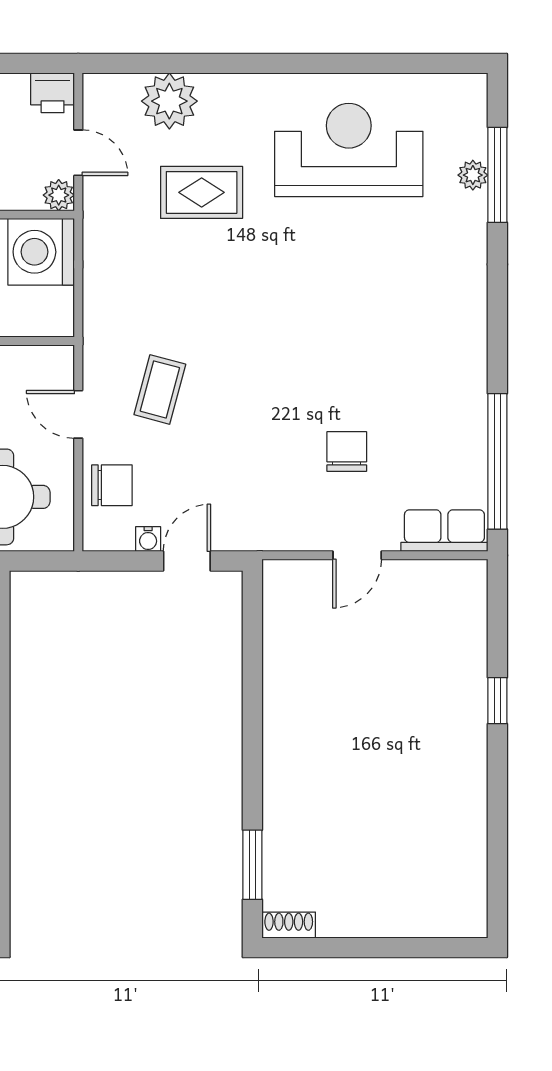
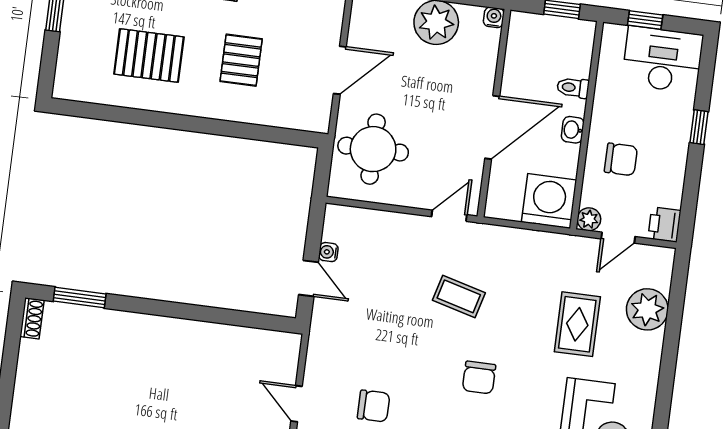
coffee table: (160, 389) -> (459, 296), moved
door: (78, 414) -> (449, 216), moved
chair: (112, 485) -> (479, 378), moved

